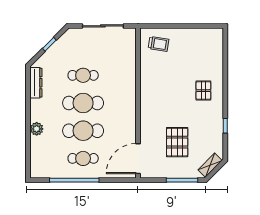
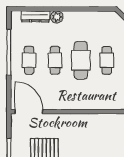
dresser: (36, 83) -> (35, 16), moved
cafe table: (83, 131) -> (55, 60), width x0.73, depth x0.74

